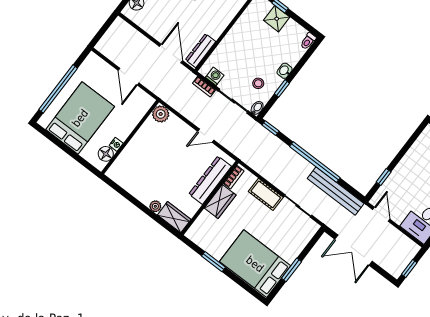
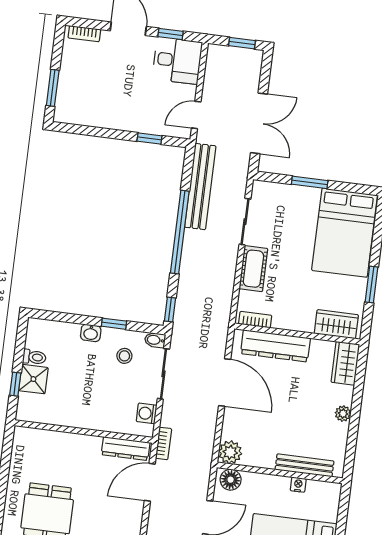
toilet: (308, 41) -> (34, 357), moved
bookcase: (204, 87) -> (164, 443), moved
door: (206, 136) -> (225, 382), width x1.88
floor lamp: (106, 154) -> (231, 480), moved
bench: (126, 155) -> (304, 465), added
wardrobe: (220, 202) -> (336, 324), moved
plant: (155, 206) -> (343, 414), moved
window: (291, 270) -> (310, 182), moved

